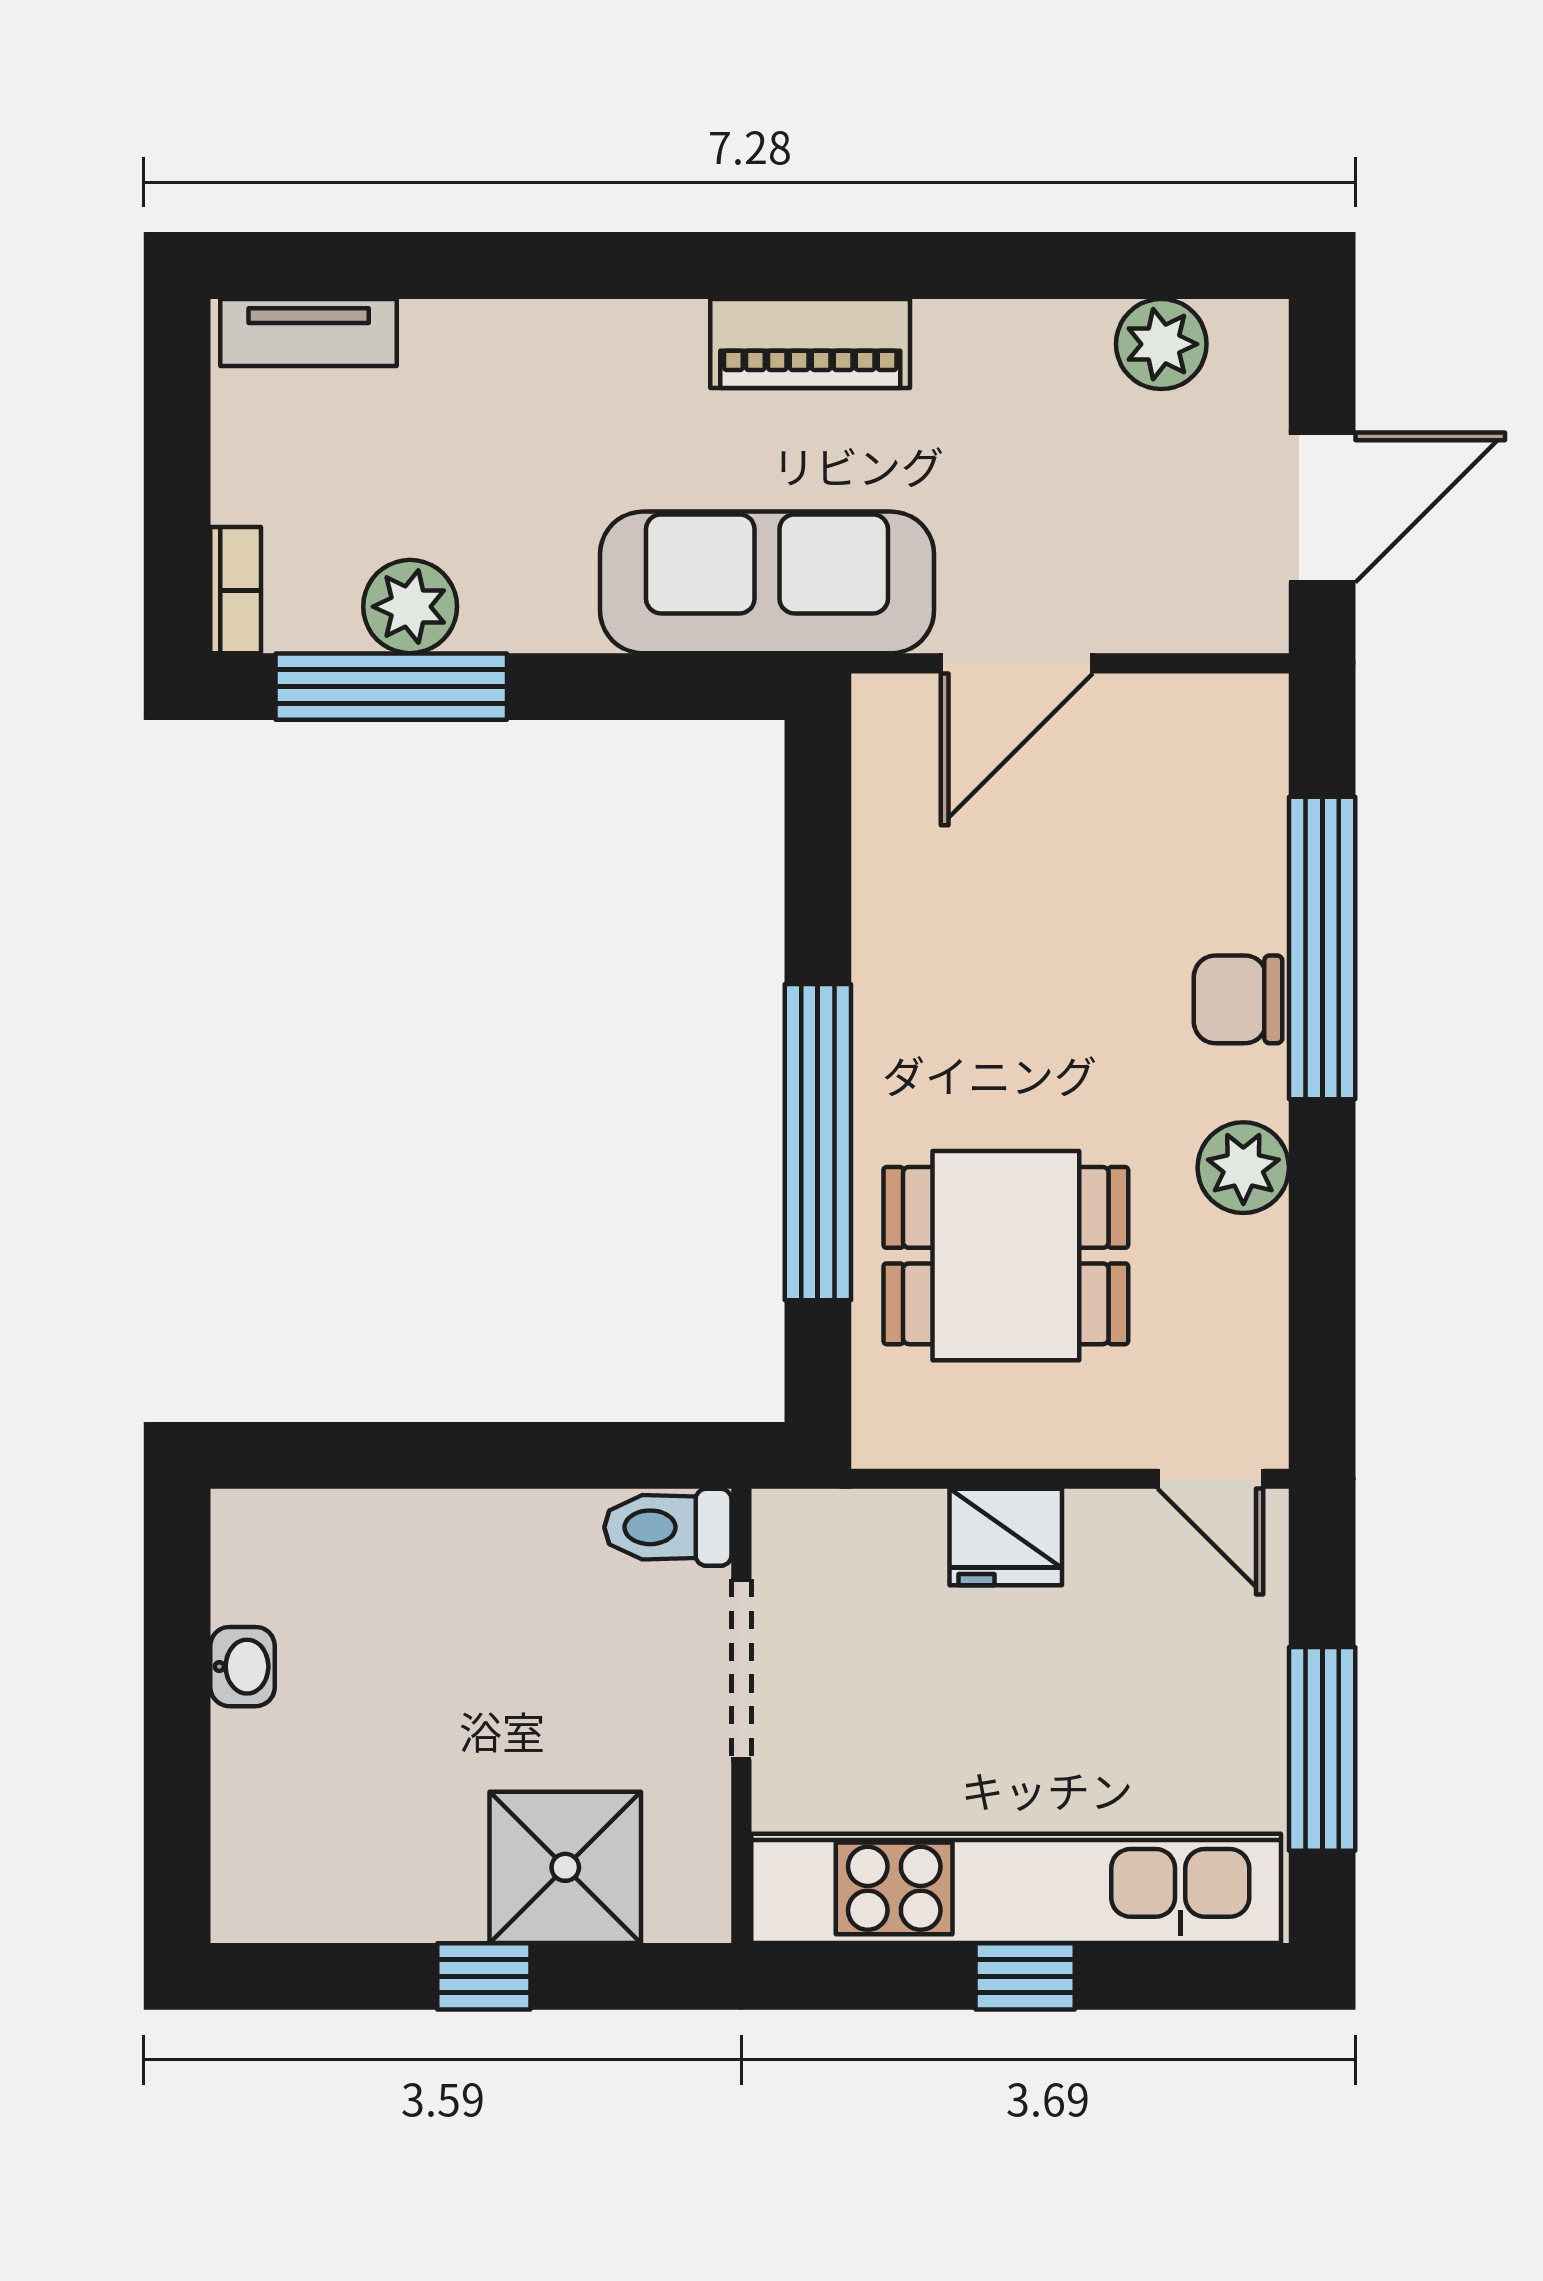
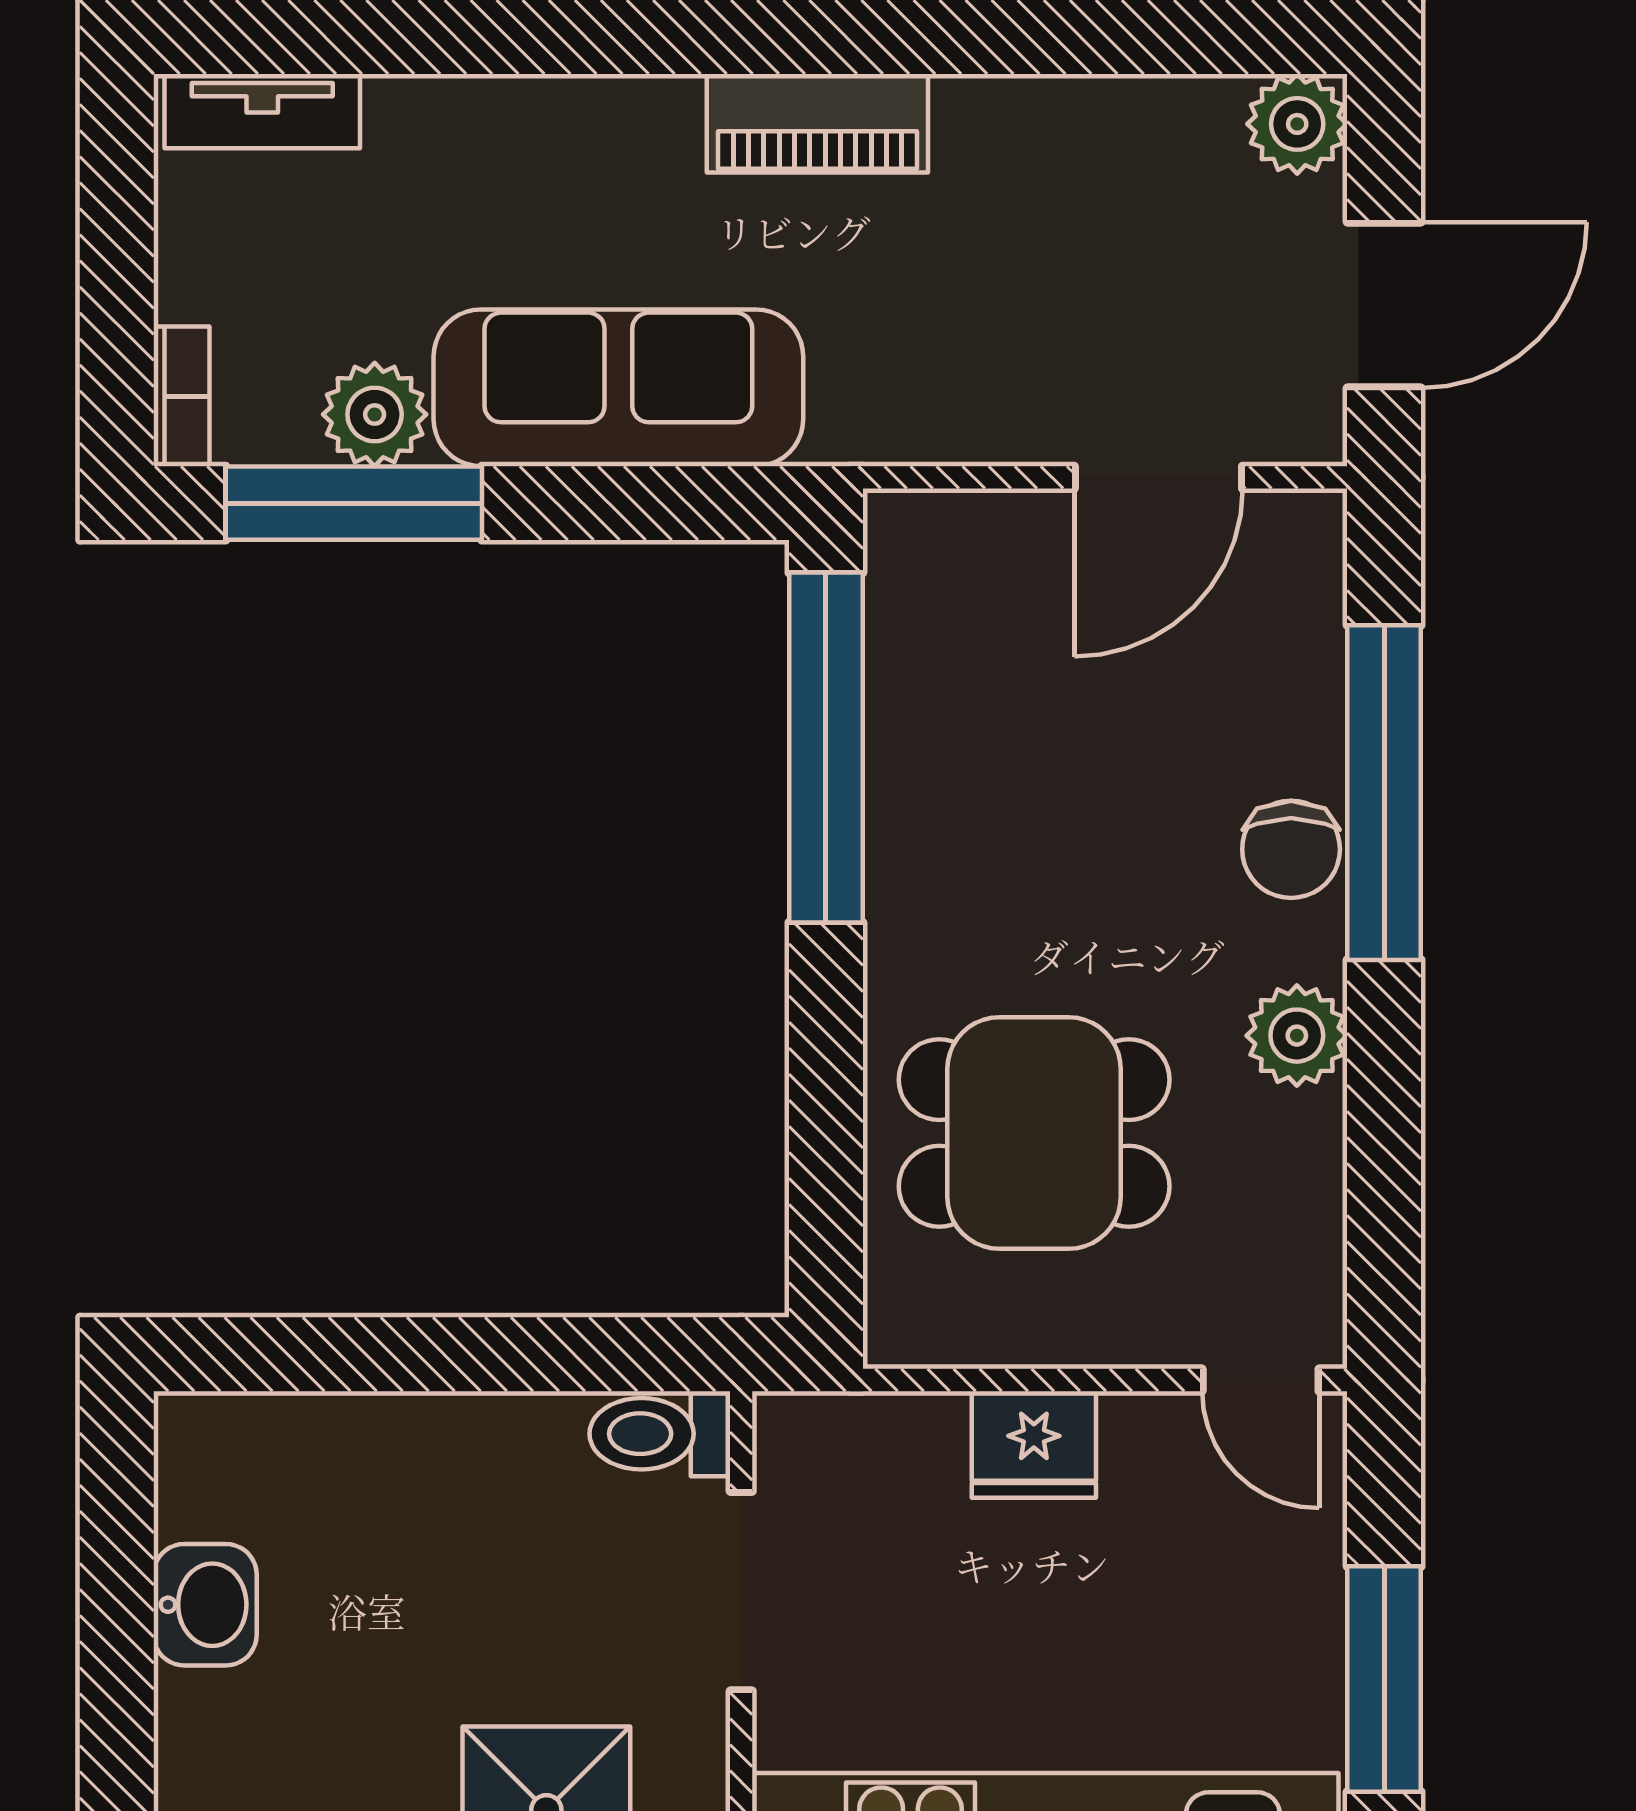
plant: (1161, 344) -> (1297, 124), moved
sofa: (767, 582) -> (618, 388), moved
door: (1017, 663) -> (1158, 477), moved
chair: (1238, 999) -> (1291, 849), turned -90
window: (818, 1142) -> (826, 748), moved
washbasin: (243, 1667) -> (205, 1605), width x1.38, depth x1.45

